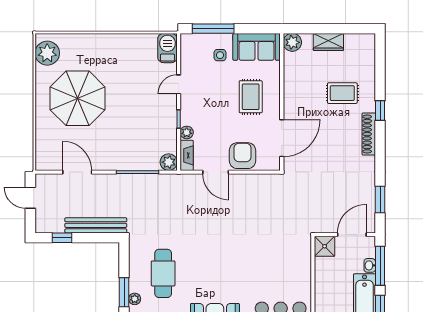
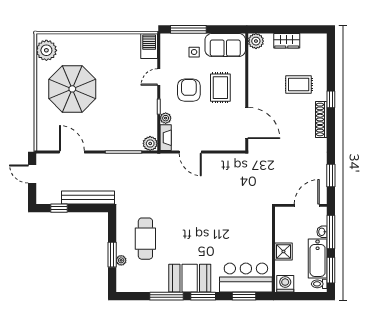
door: (282, 138) -> (247, 123), hinge flipped
armchair: (243, 156) -> (189, 90), moved
shower: (325, 246) -> (283, 251), moved

